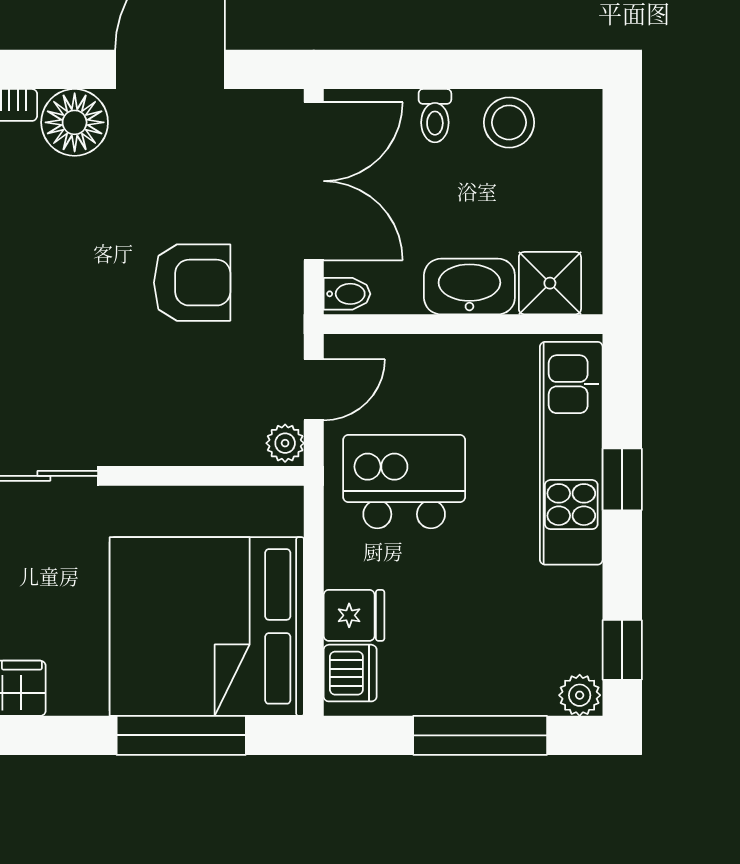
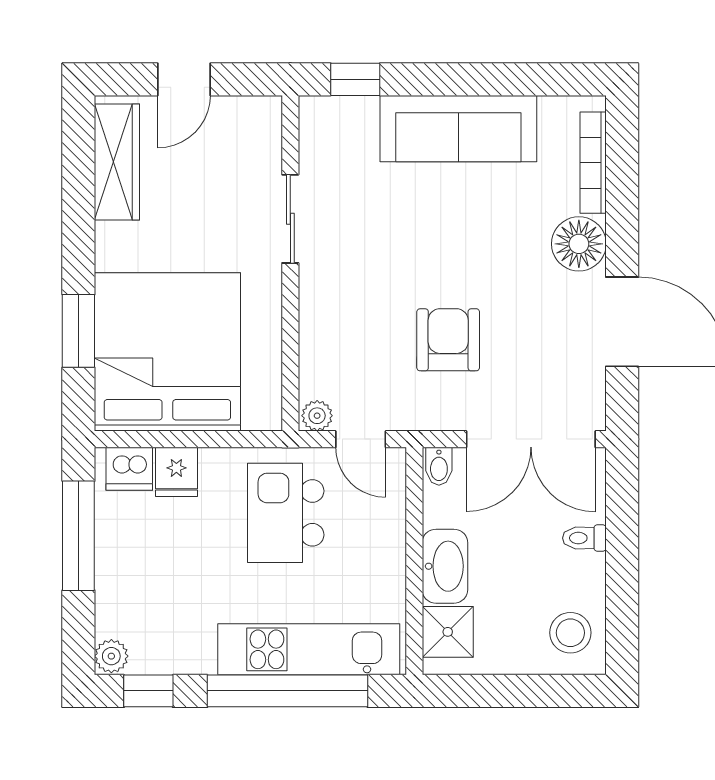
stool: (509, 122) -> (570, 633), moved
armchair: (192, 283) -> (448, 340), turned 180
window: (622, 479) -> (287, 691), width x3.17
kitchen island: (404, 482) -> (286, 513), turned 180
window: (181, 735) -> (78, 331), width x0.69
window: (480, 735) -> (78, 536), moved

